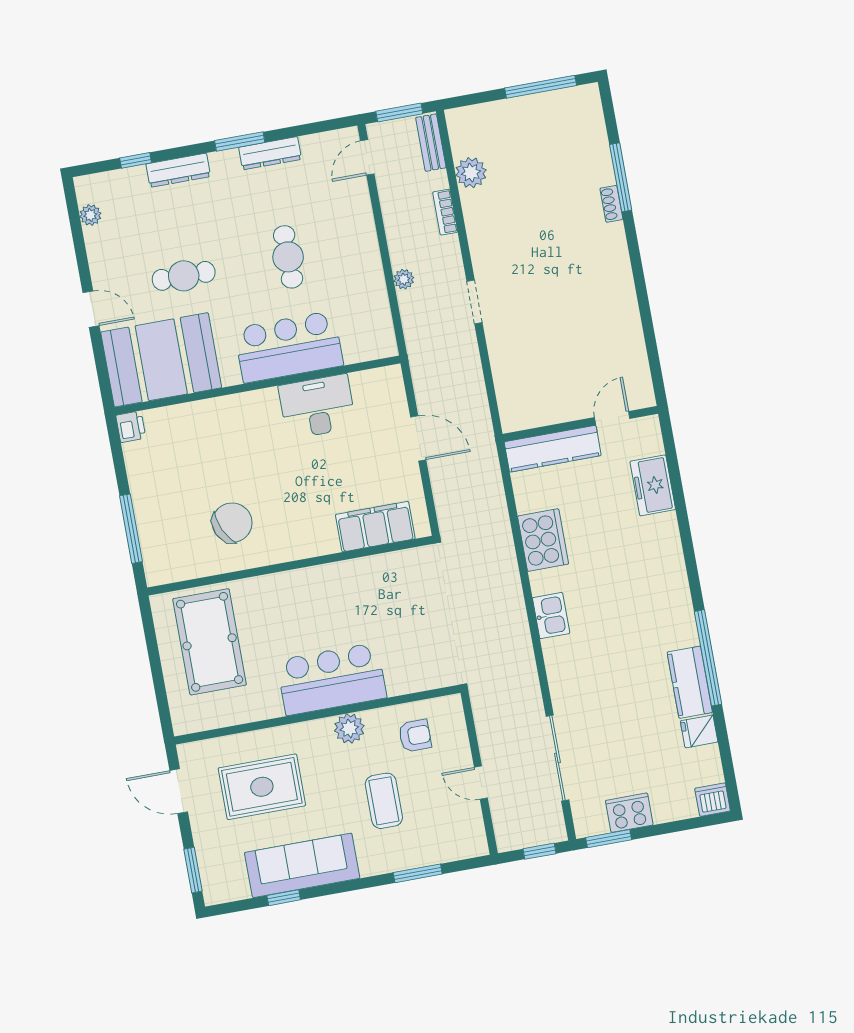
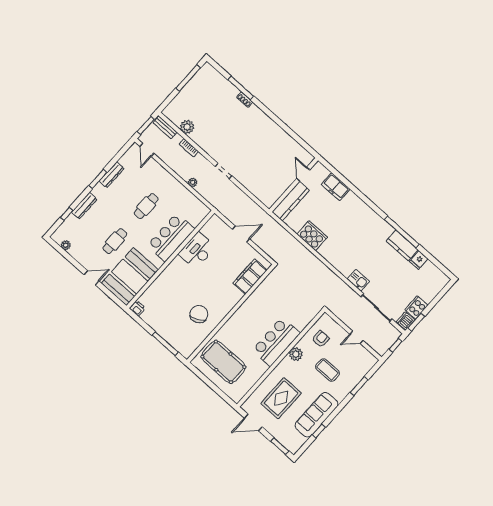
cafe table: (288, 257) -> (146, 206), turned 90
kitchen sink: (551, 616) -> (358, 280), moved
dishwasher: (713, 800) -> (406, 321), moved

